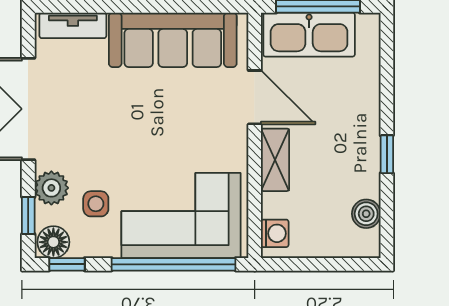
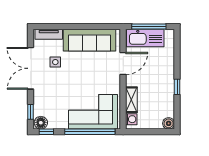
door: (255, 97) -> (123, 64), hinge flipped
shelving: (275, 160) -> (131, 100), moved
plant: (51, 188) -> (40, 101), removed
side table: (96, 204) -> (55, 62), moved
boiler: (366, 214) -> (169, 123), moved

